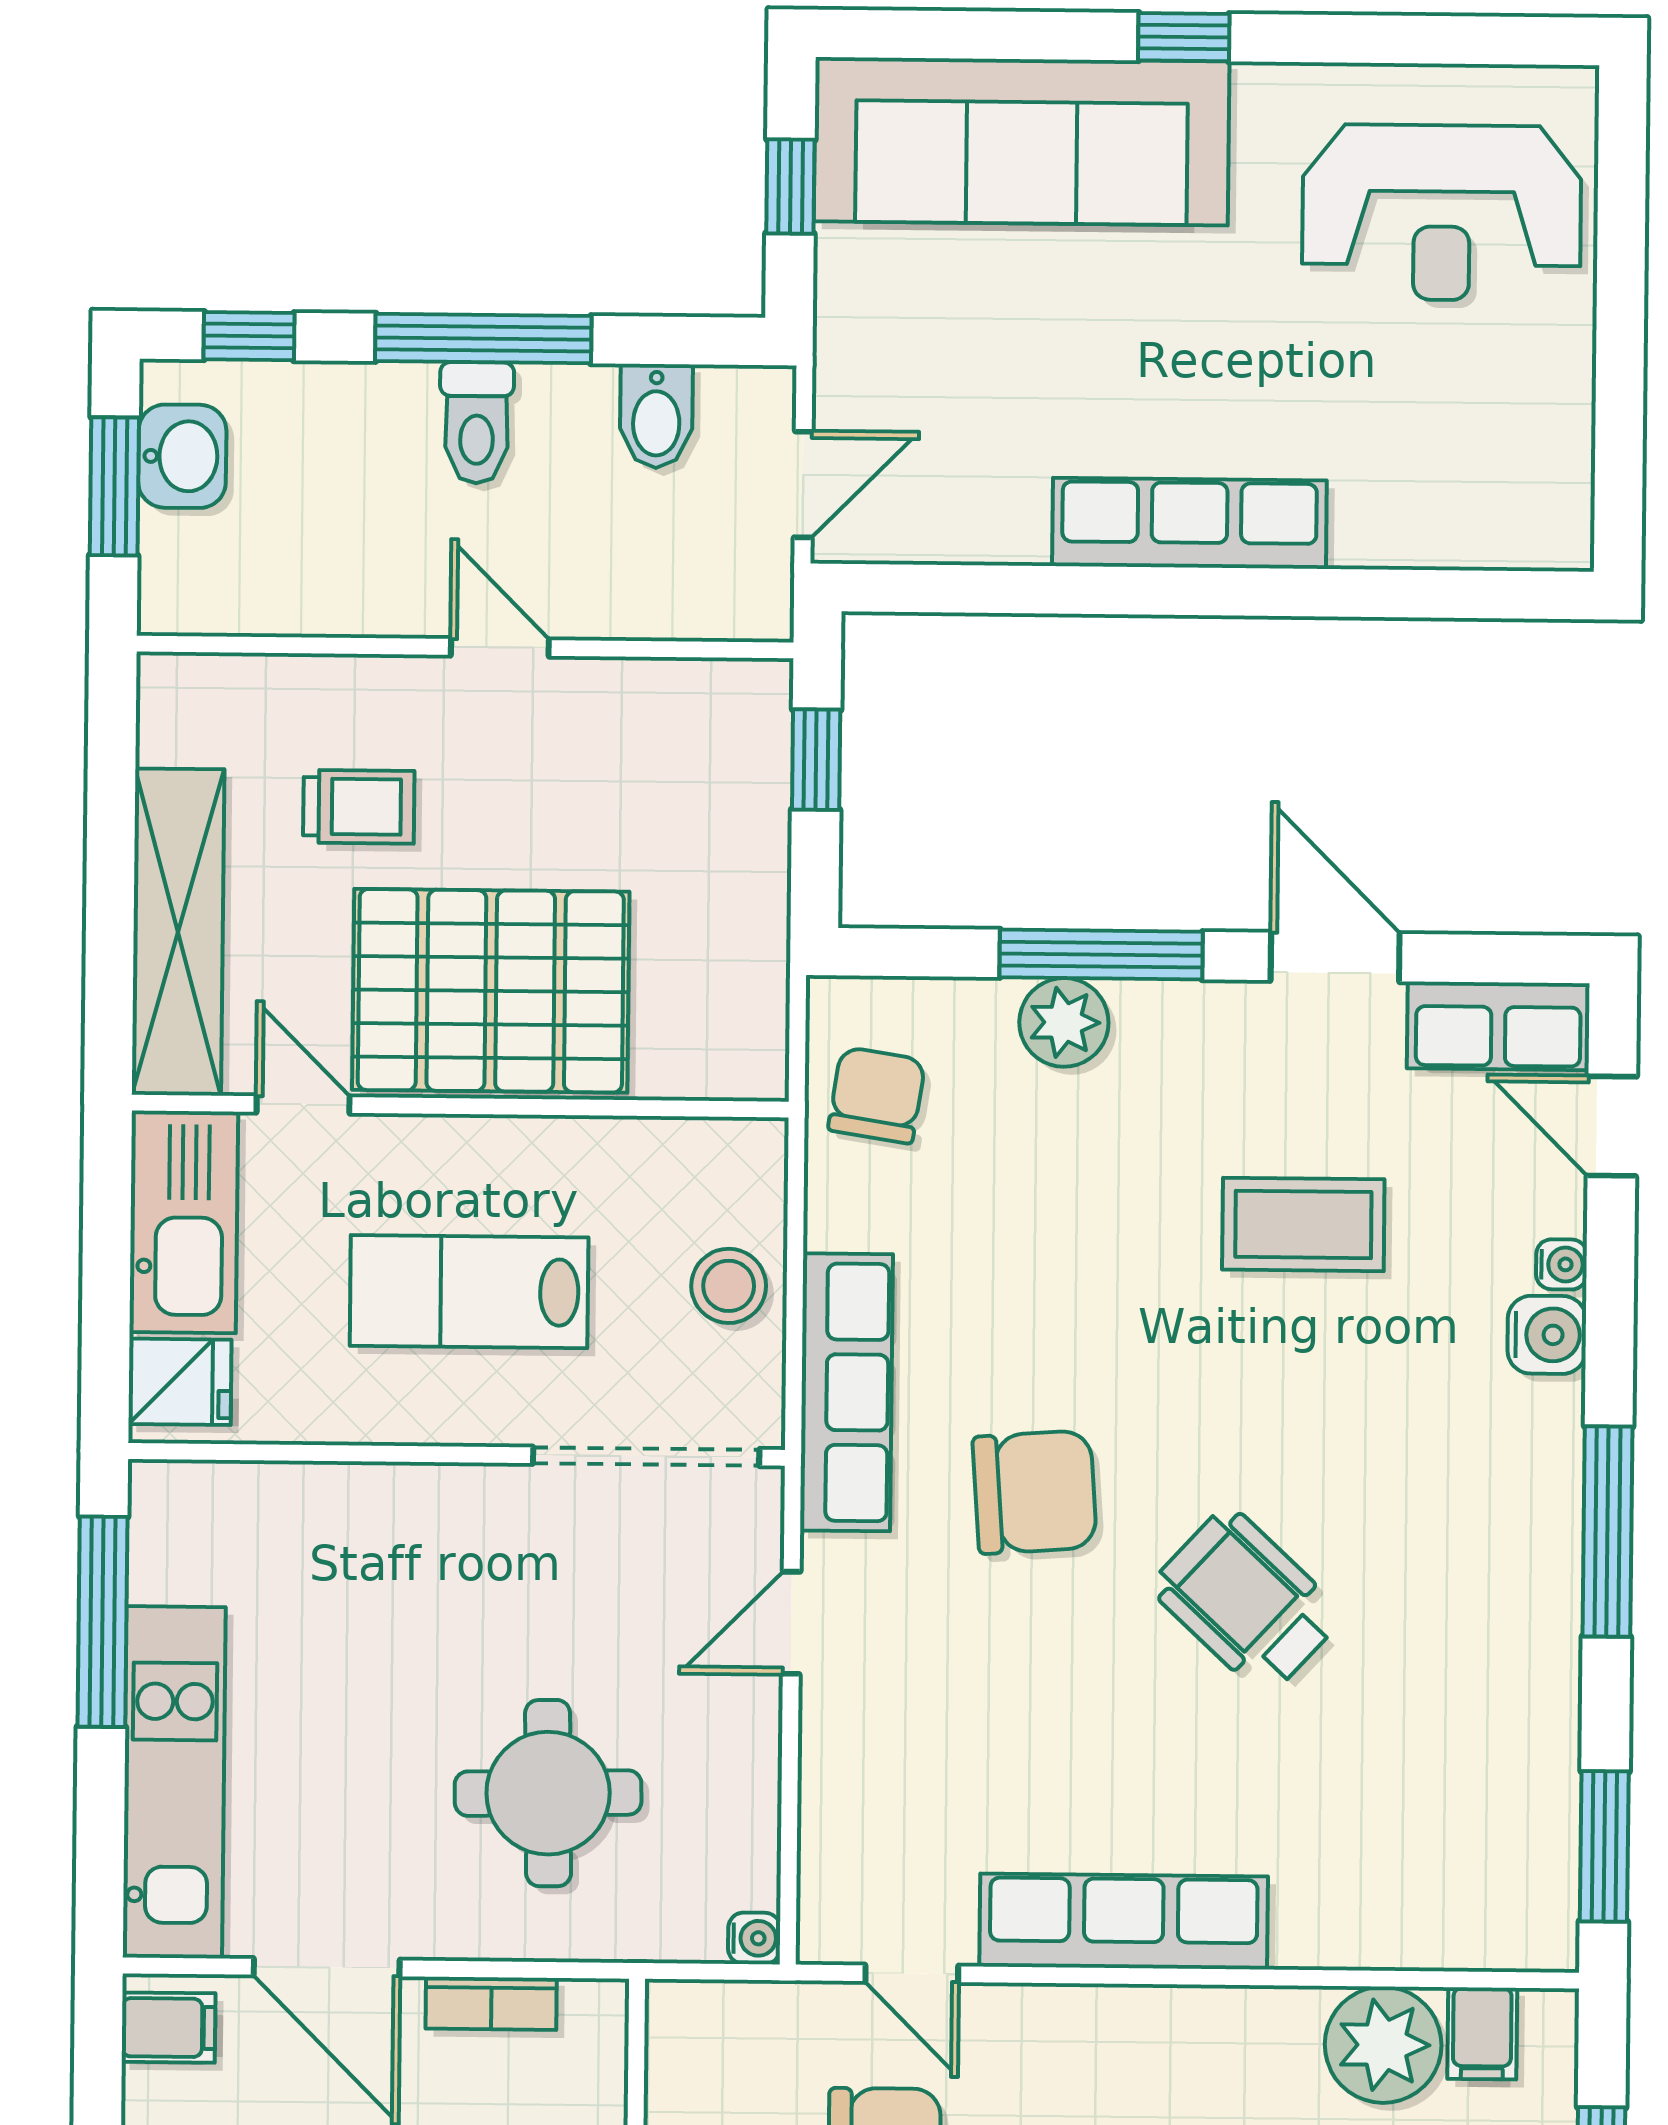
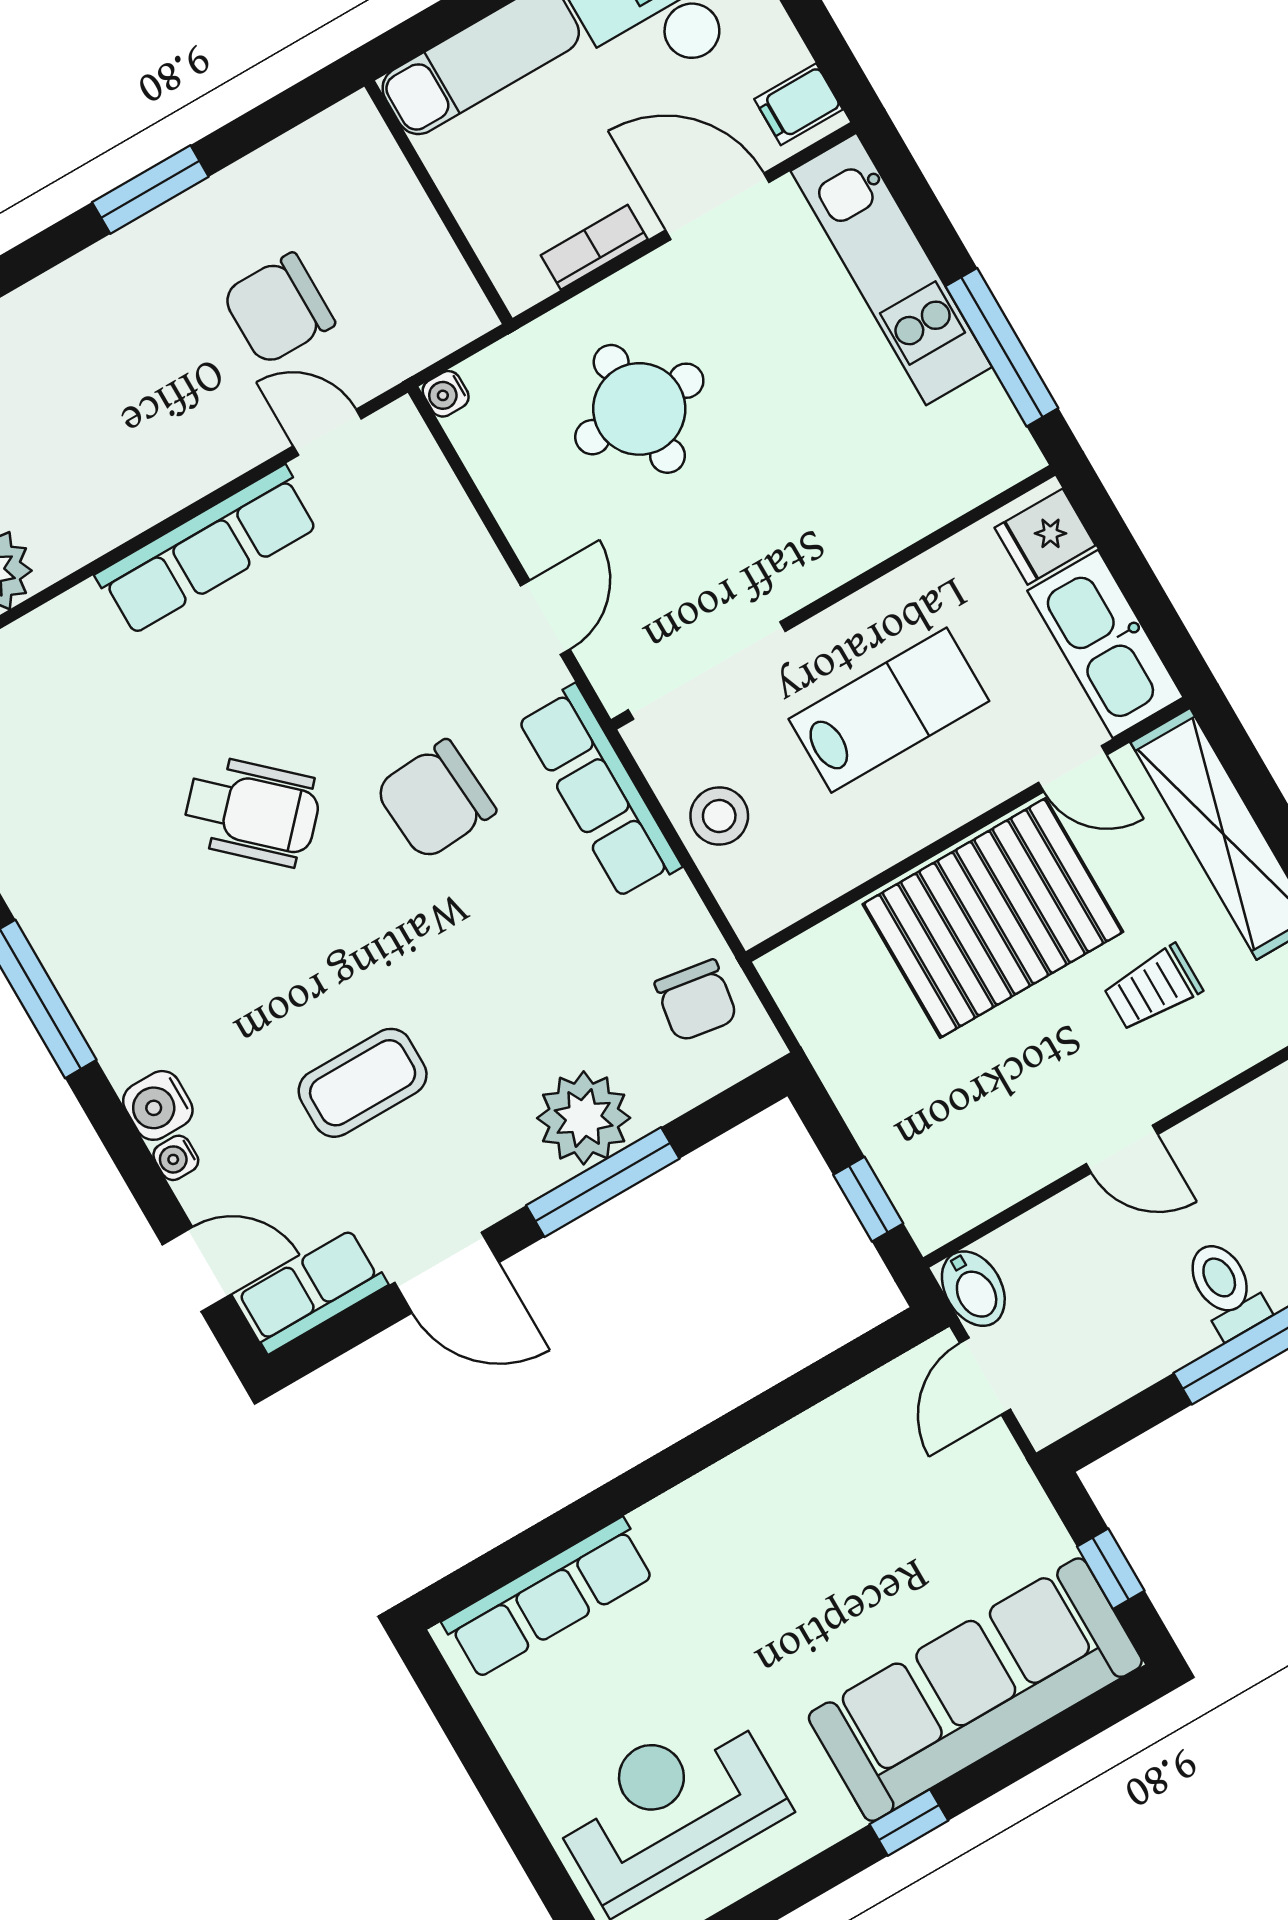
bidet: (656, 416) -> (973, 1289), moved, turned 180
row of seats: (1189, 523) -> (549, 1598), moved
plant: (1064, 1022) -> (584, 1118), width x1.36, depth x1.36

